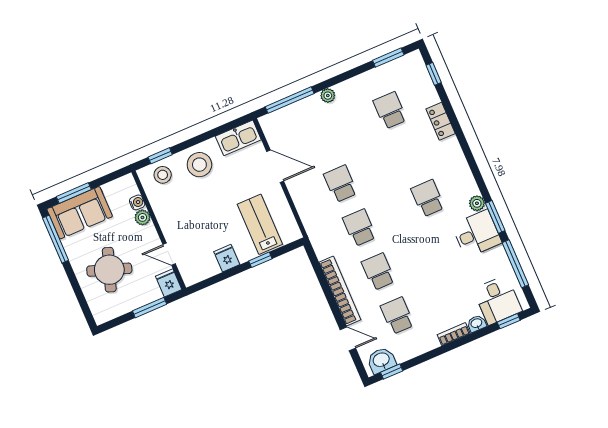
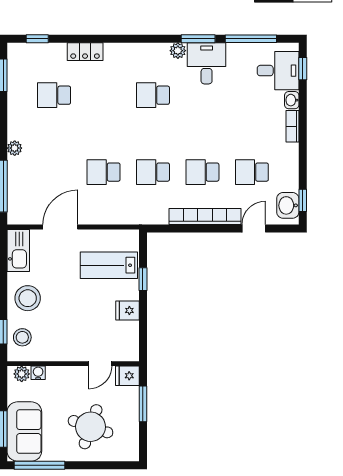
plant: (142, 217) -> (22, 374), moved

